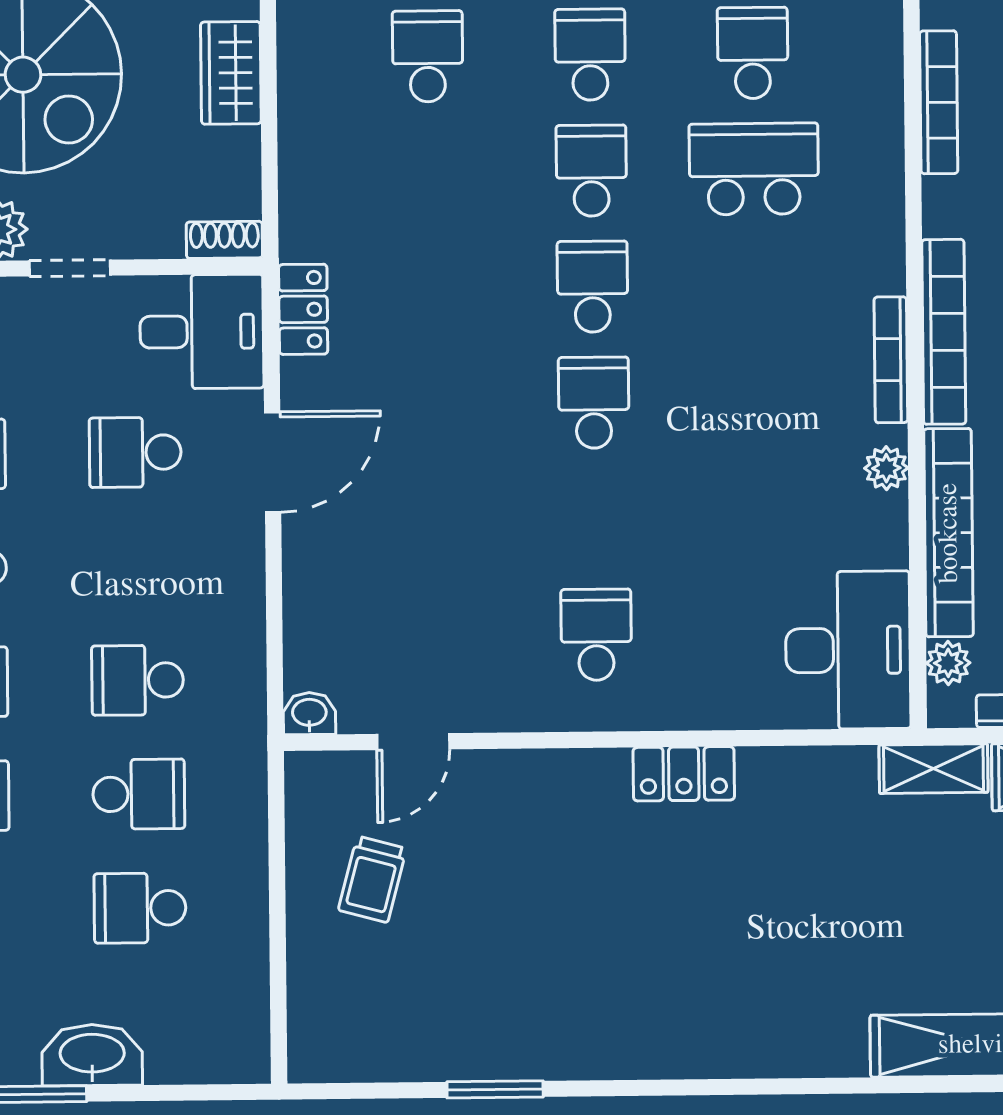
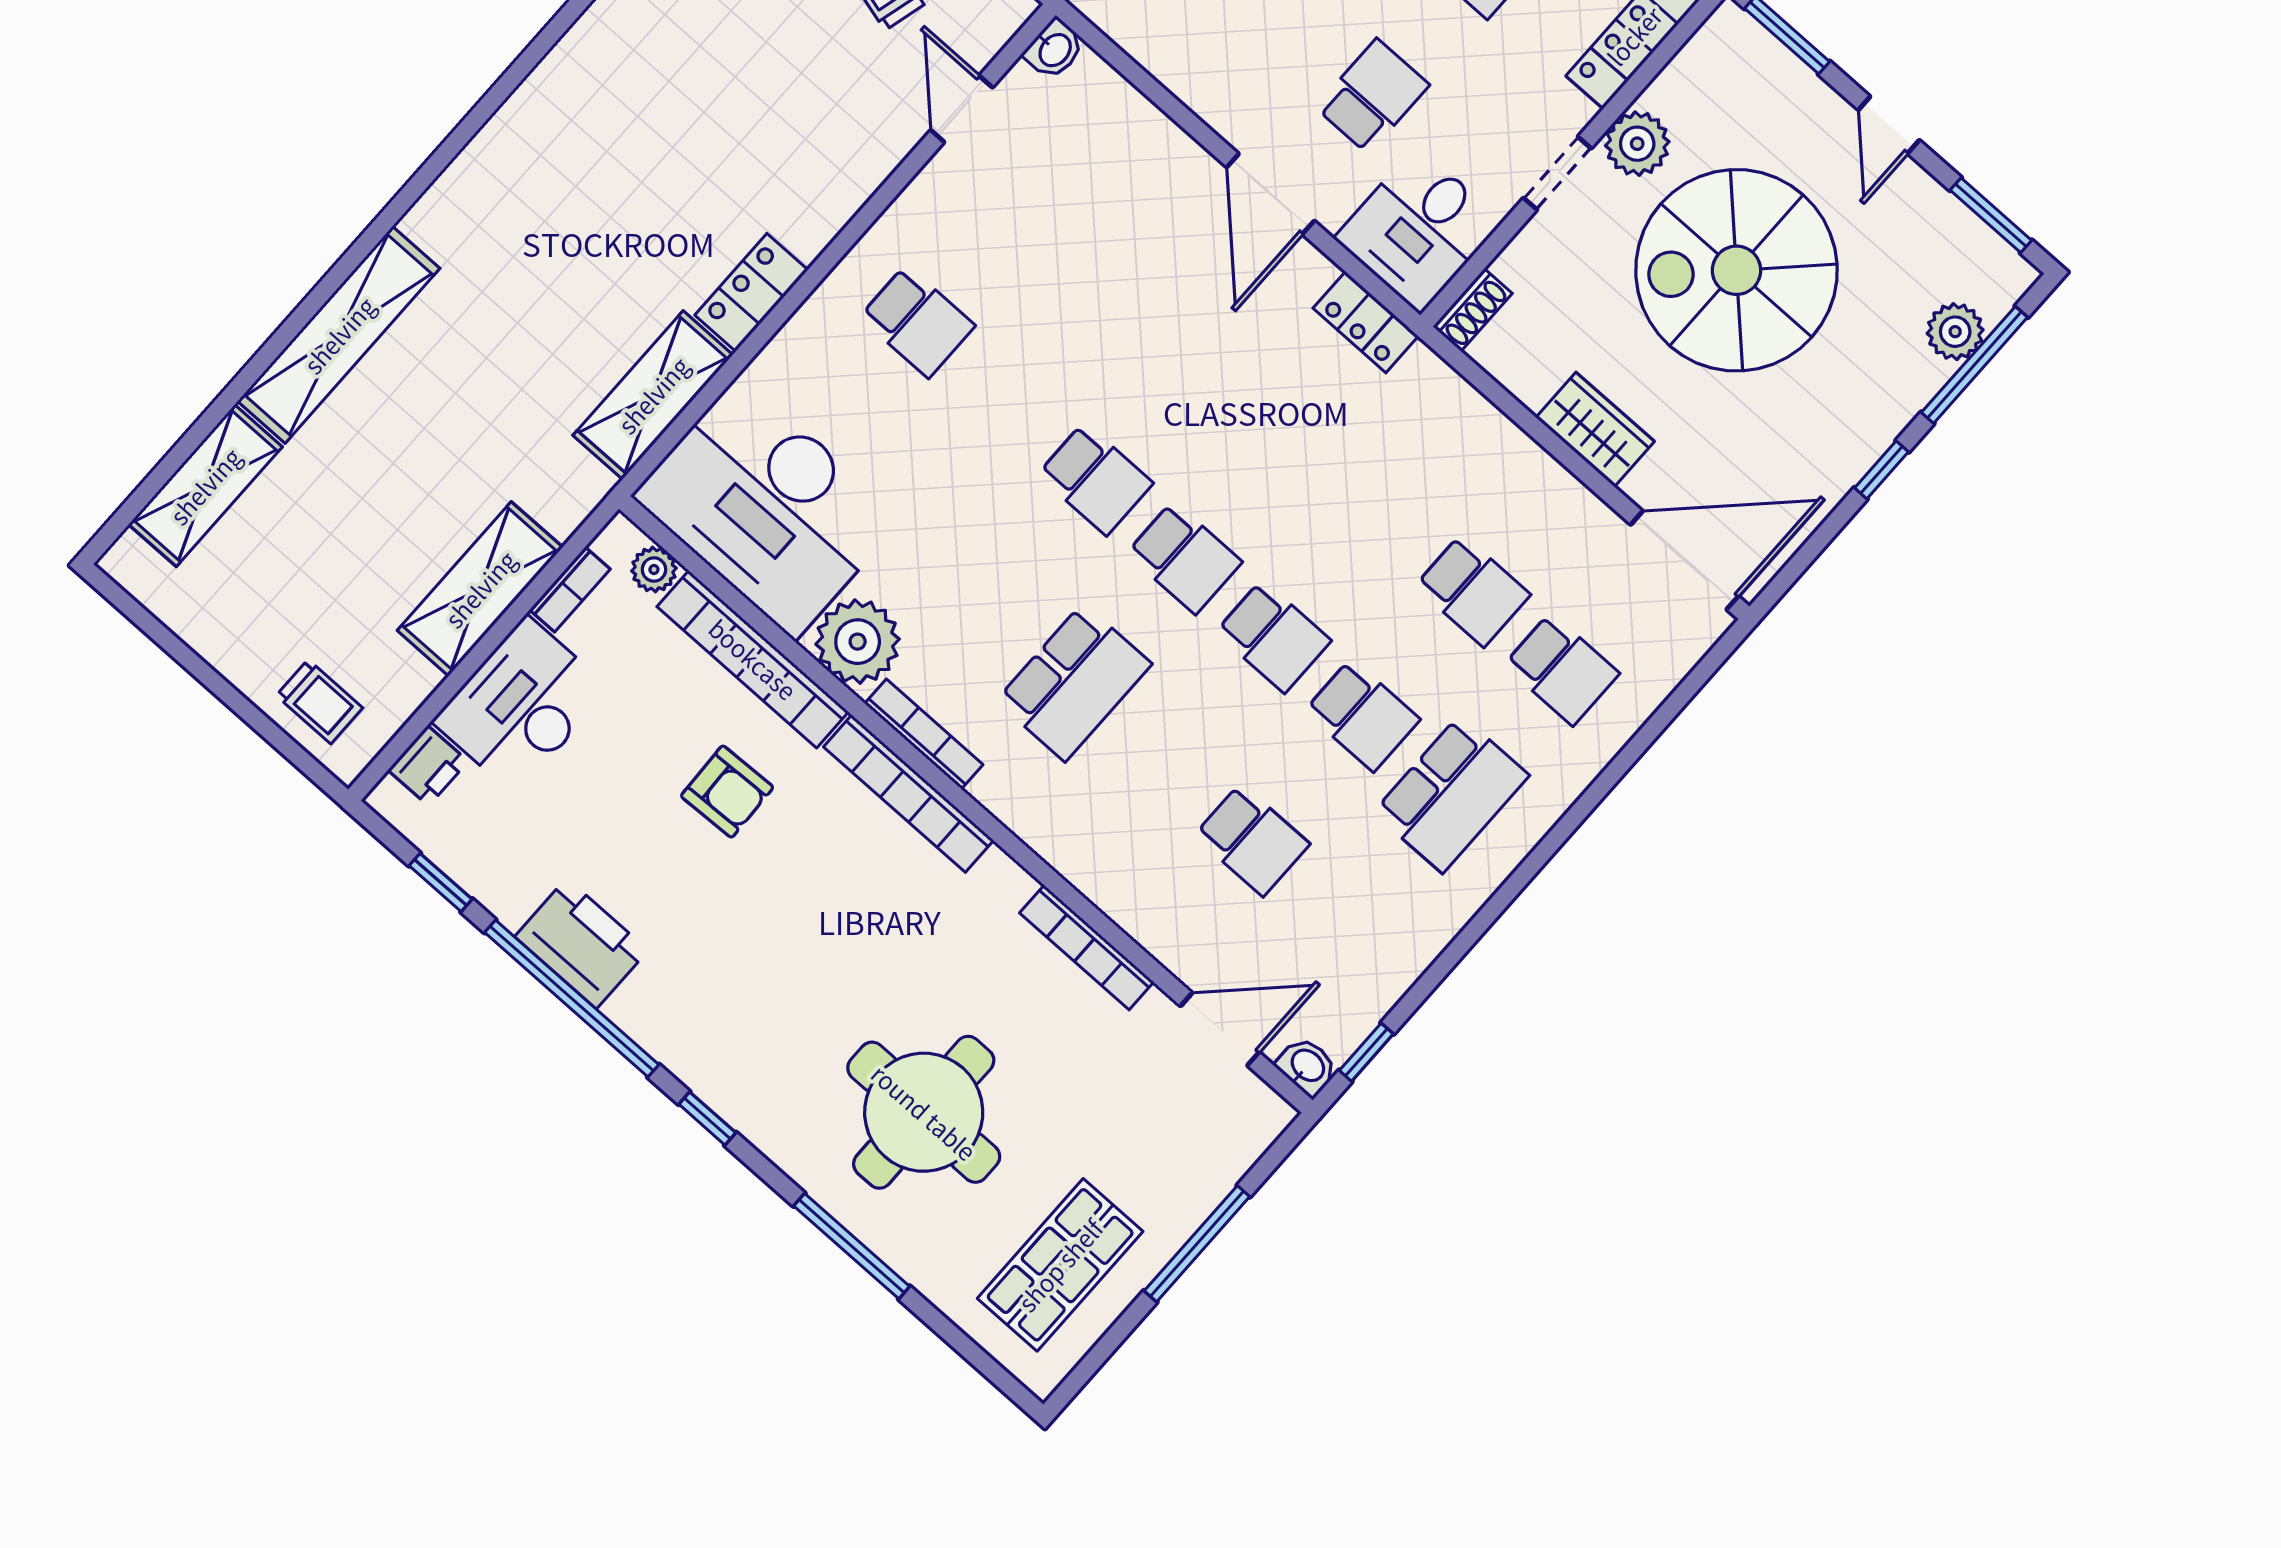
school desk: (754, 169) -> (1074, 682), moved
plant: (886, 468) -> (858, 642), width x1.87, depth x1.87
desk: (848, 650) -> (767, 507), width x1.36, depth x1.30
shelving: (933, 769) -> (653, 395), moved, width x1.50, depth x1.33

